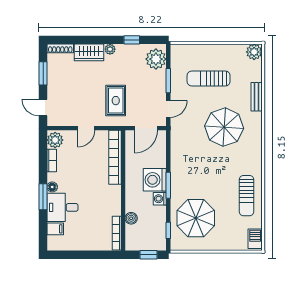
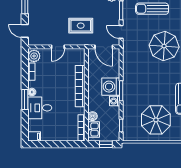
rug: (116, 101) -> (81, 26), turned 90
door: (168, 109) -> (121, 32), swing flipped
door: (146, 128) -> (104, 47), hinge flipped
bookcase: (115, 157) -> (80, 86), moved
parasol: (196, 218) -> (156, 120), moved
filing cabinet: (55, 229) -> (34, 136), moved
kitchen sink: (133, 236) -> (94, 130), added

